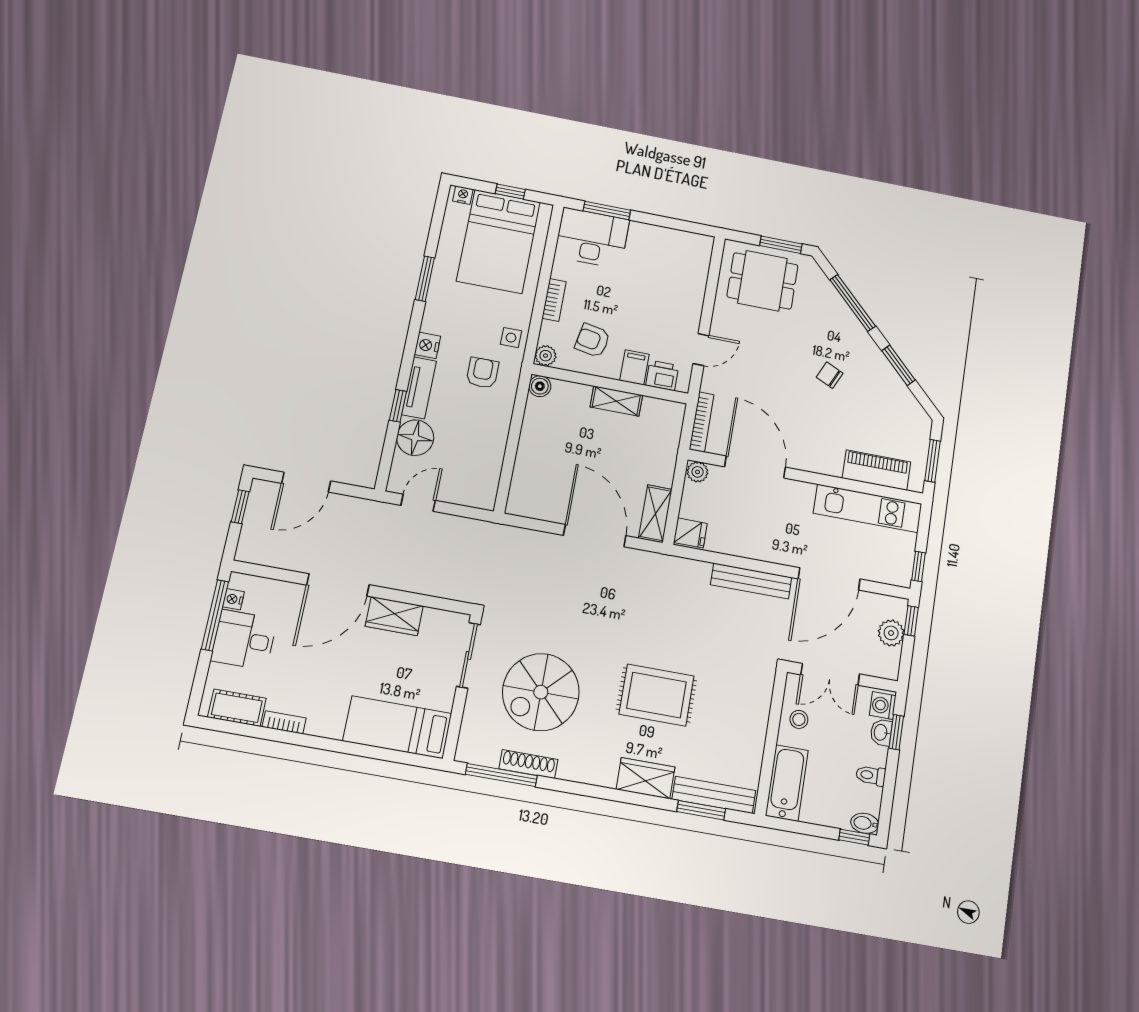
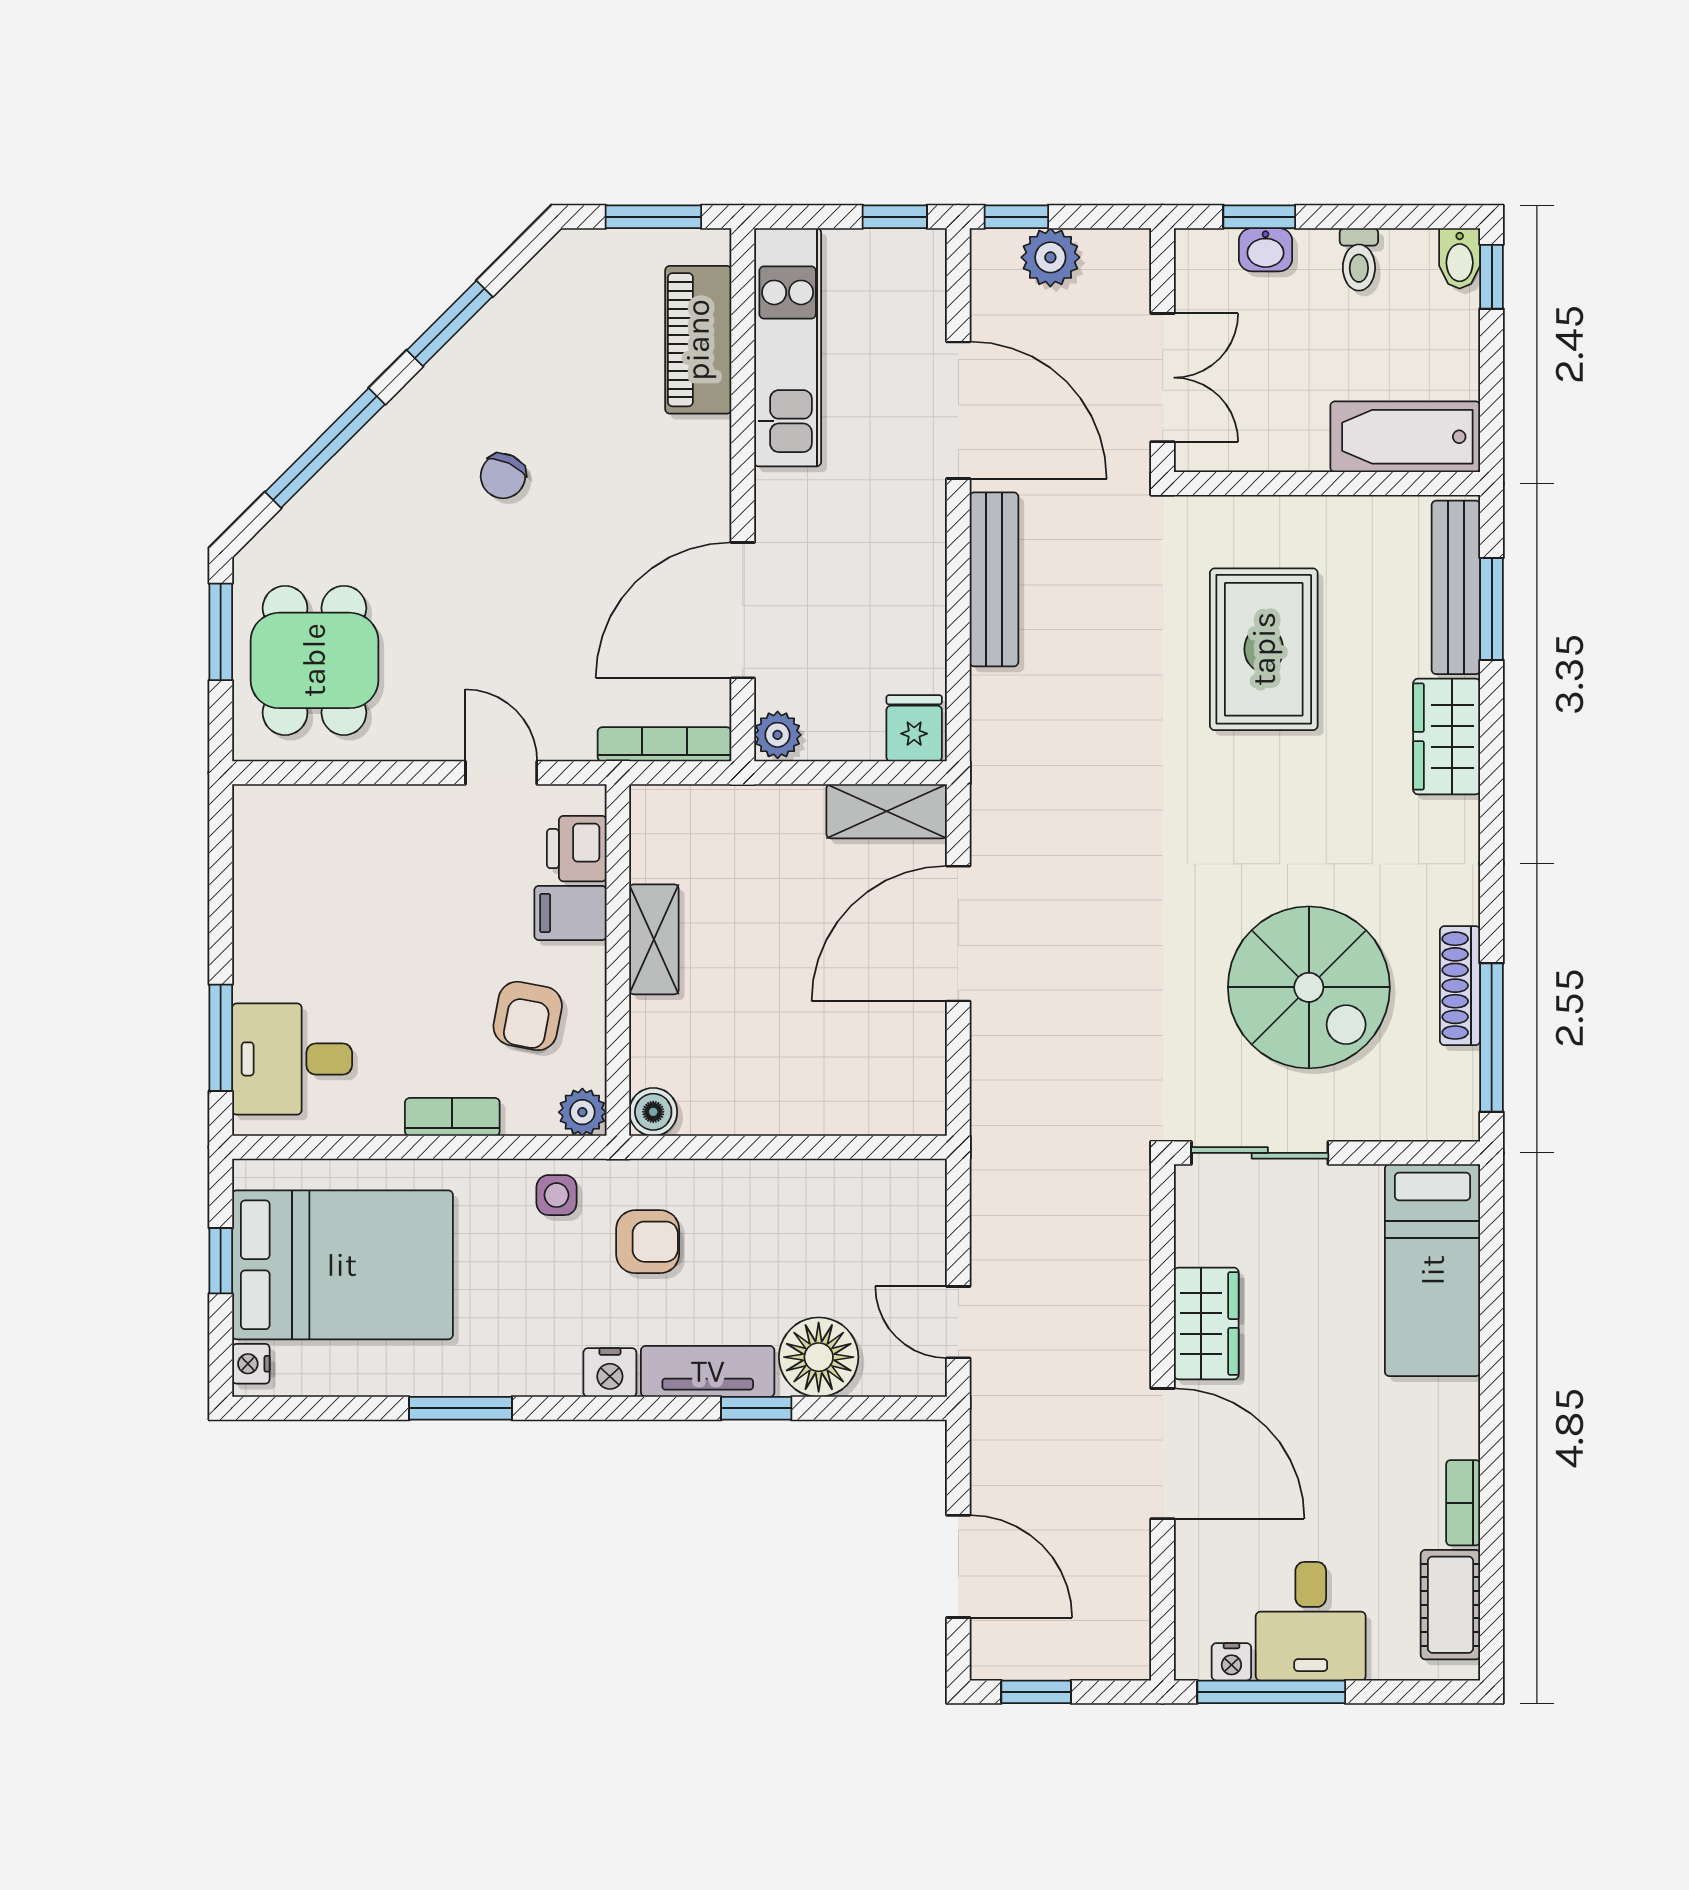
desk: (592, 238) -> (292, 1059), width x0.73
armchair: (482, 373) -> (648, 1242), turned 180
rug: (657, 695) -> (1264, 649), moved
washing machine: (883, 705) -> (1208, 254), removed
stool: (799, 719) -> (1269, 431), removed

